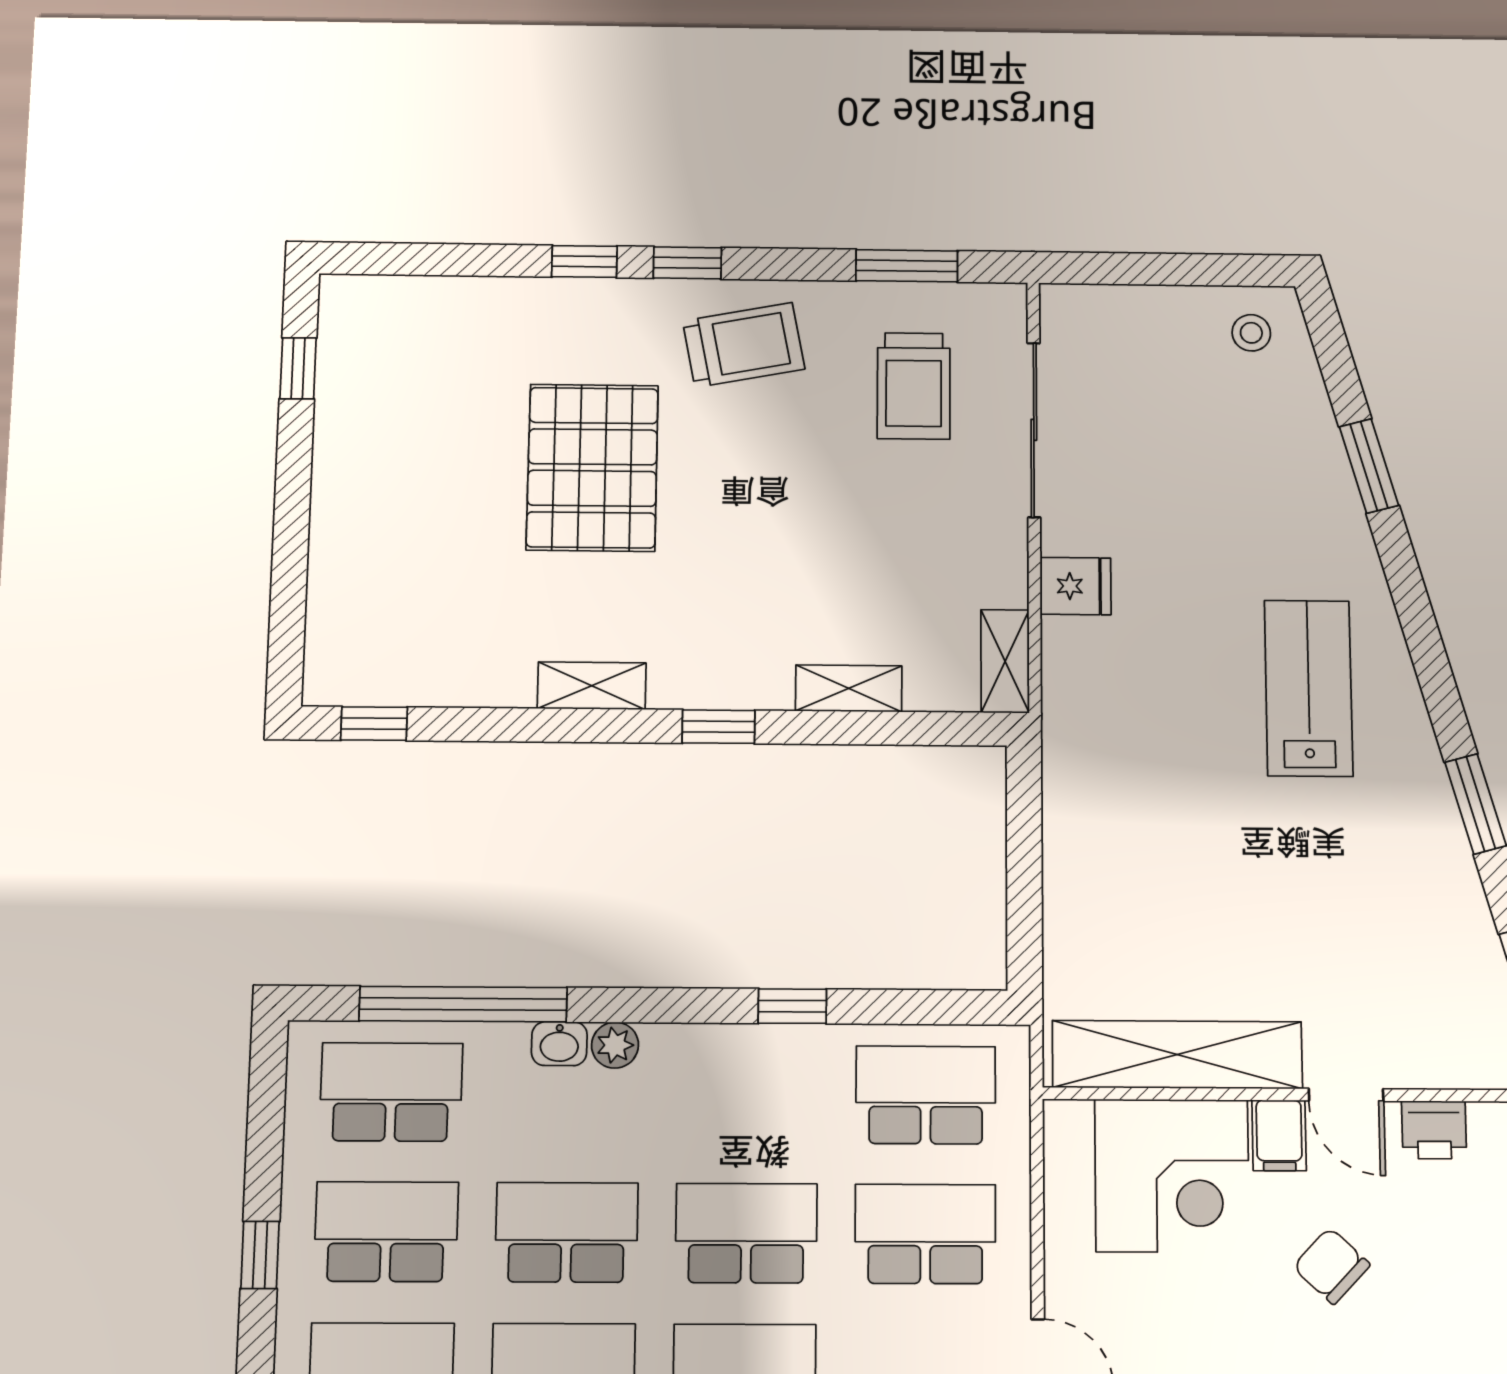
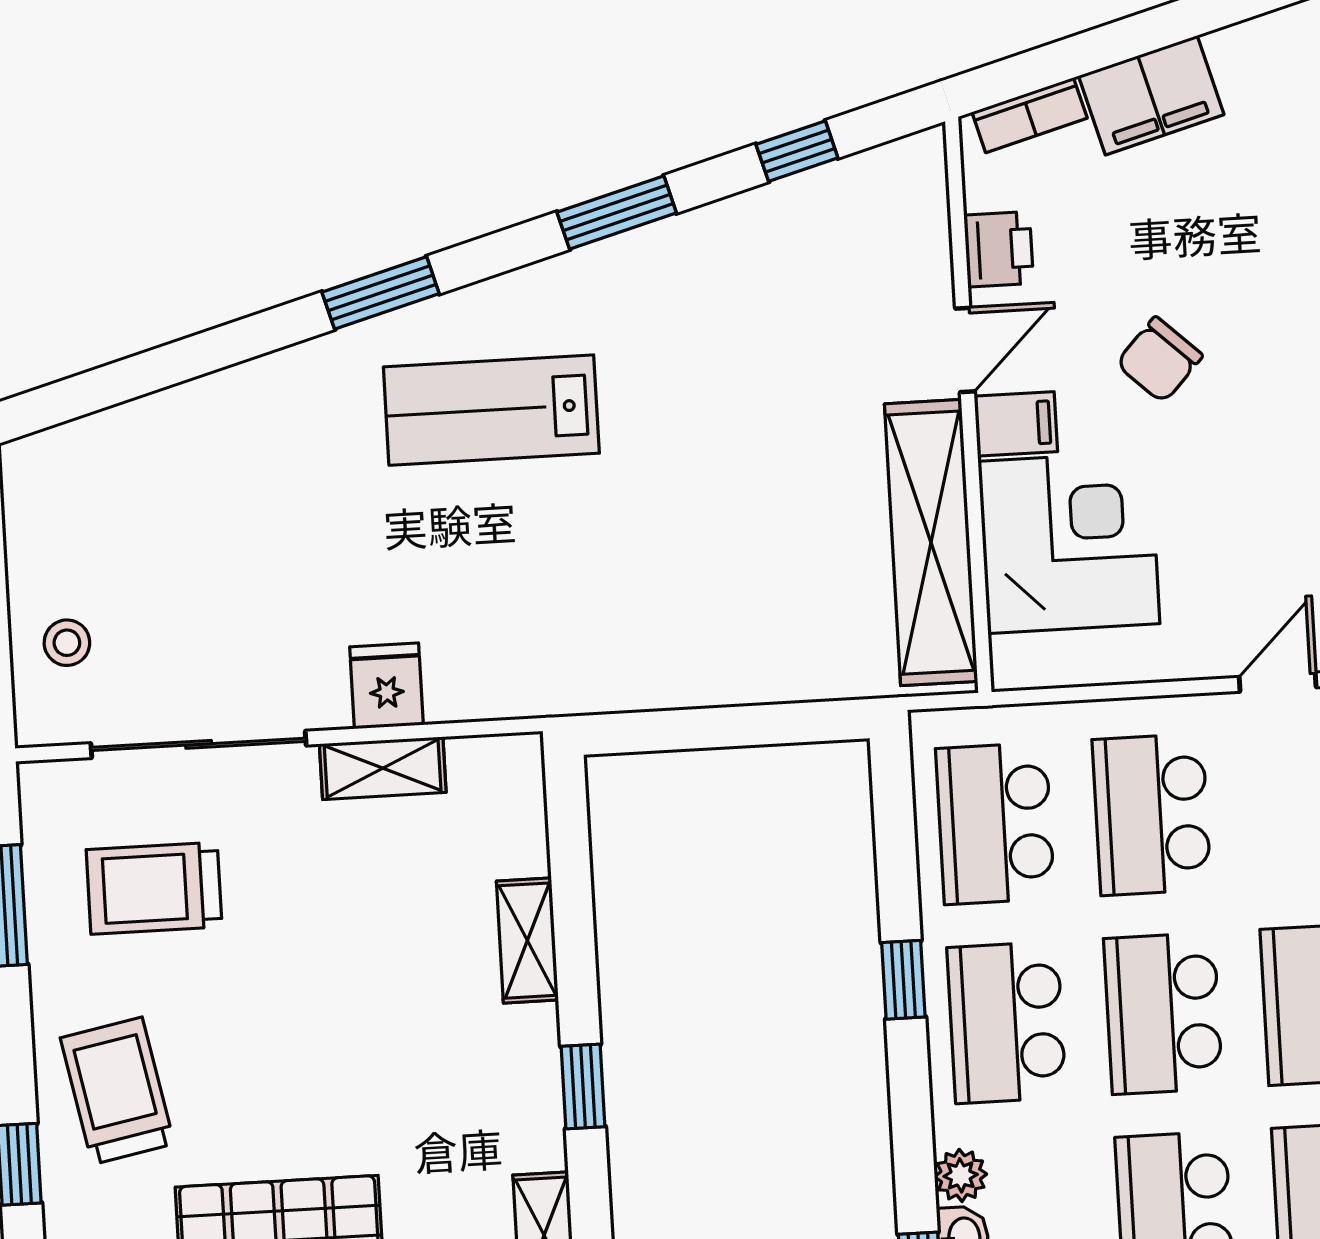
stool: (1251, 333) -> (67, 643), moved
trolley: (914, 386) -> (154, 888), turned 180
window: (1369, 466) -> (381, 293), moved
shelving: (1005, 661) -> (383, 768), moved
school desk: (748, 1094) -> (1007, 1022), added

